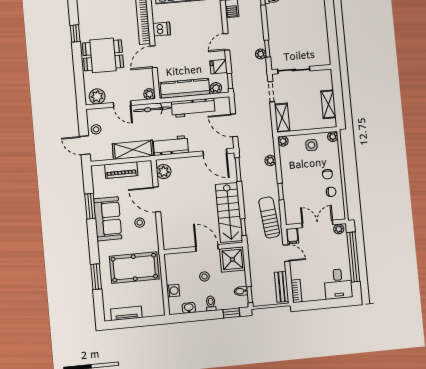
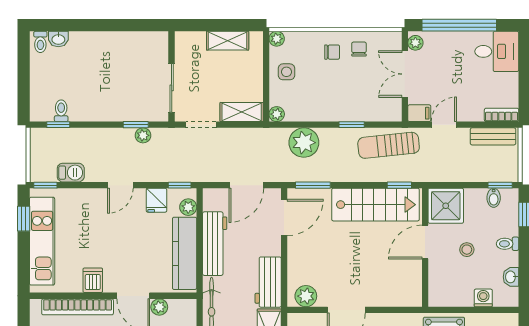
door: (226, 42) -> (120, 185), hinge flipped
plant: (149, 94) -> (159, 307), moved
plant: (270, 160) -> (304, 143), width x1.87, depth x1.87

